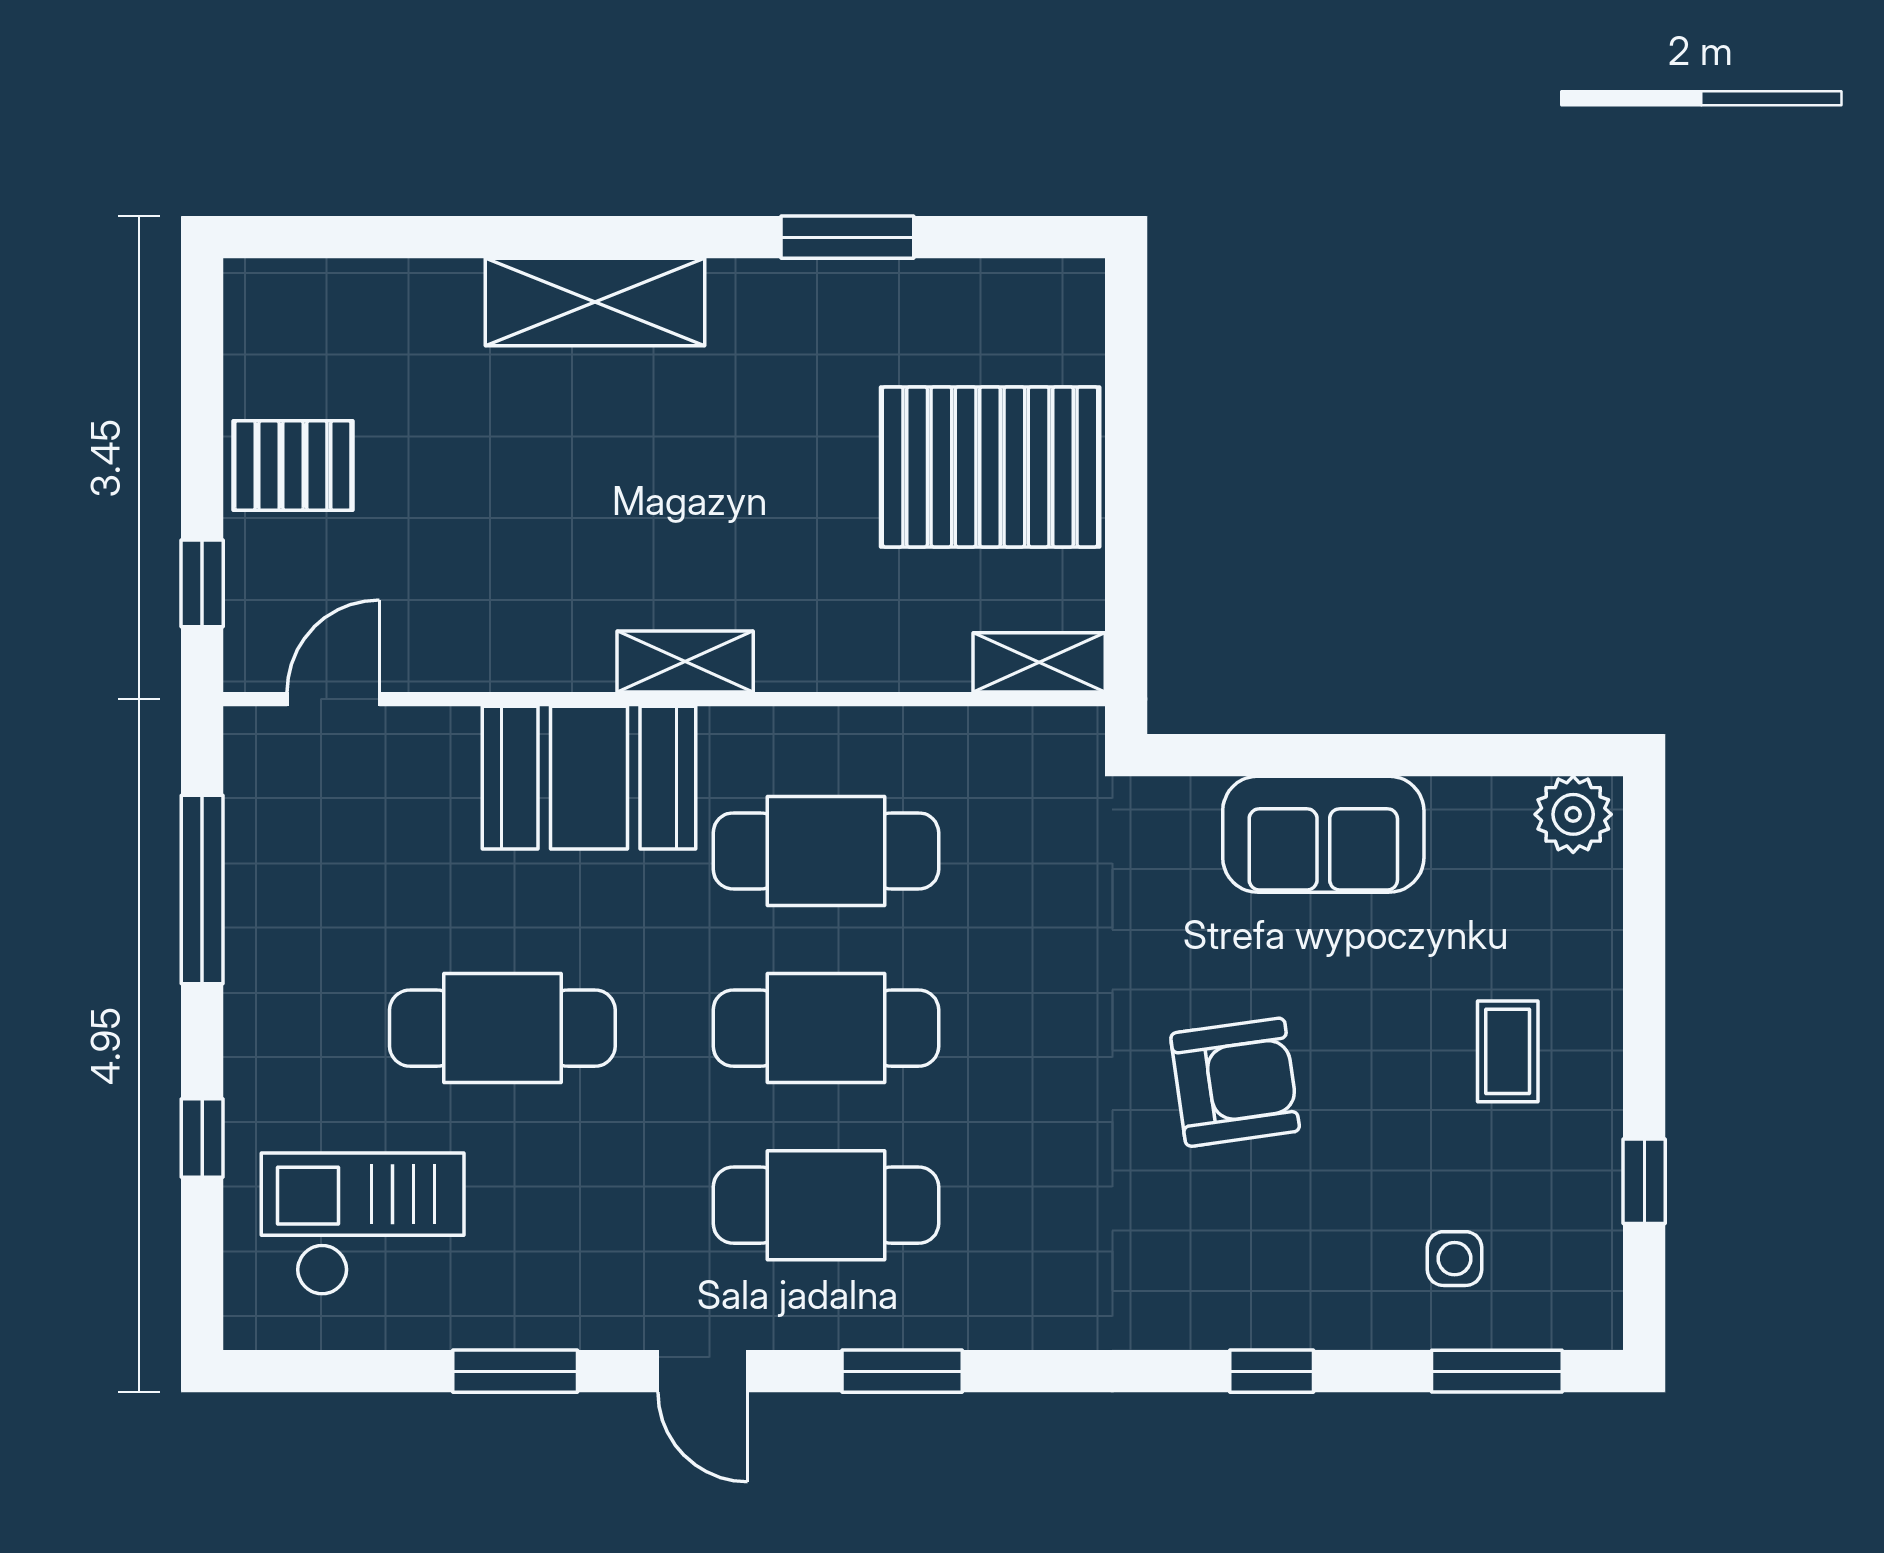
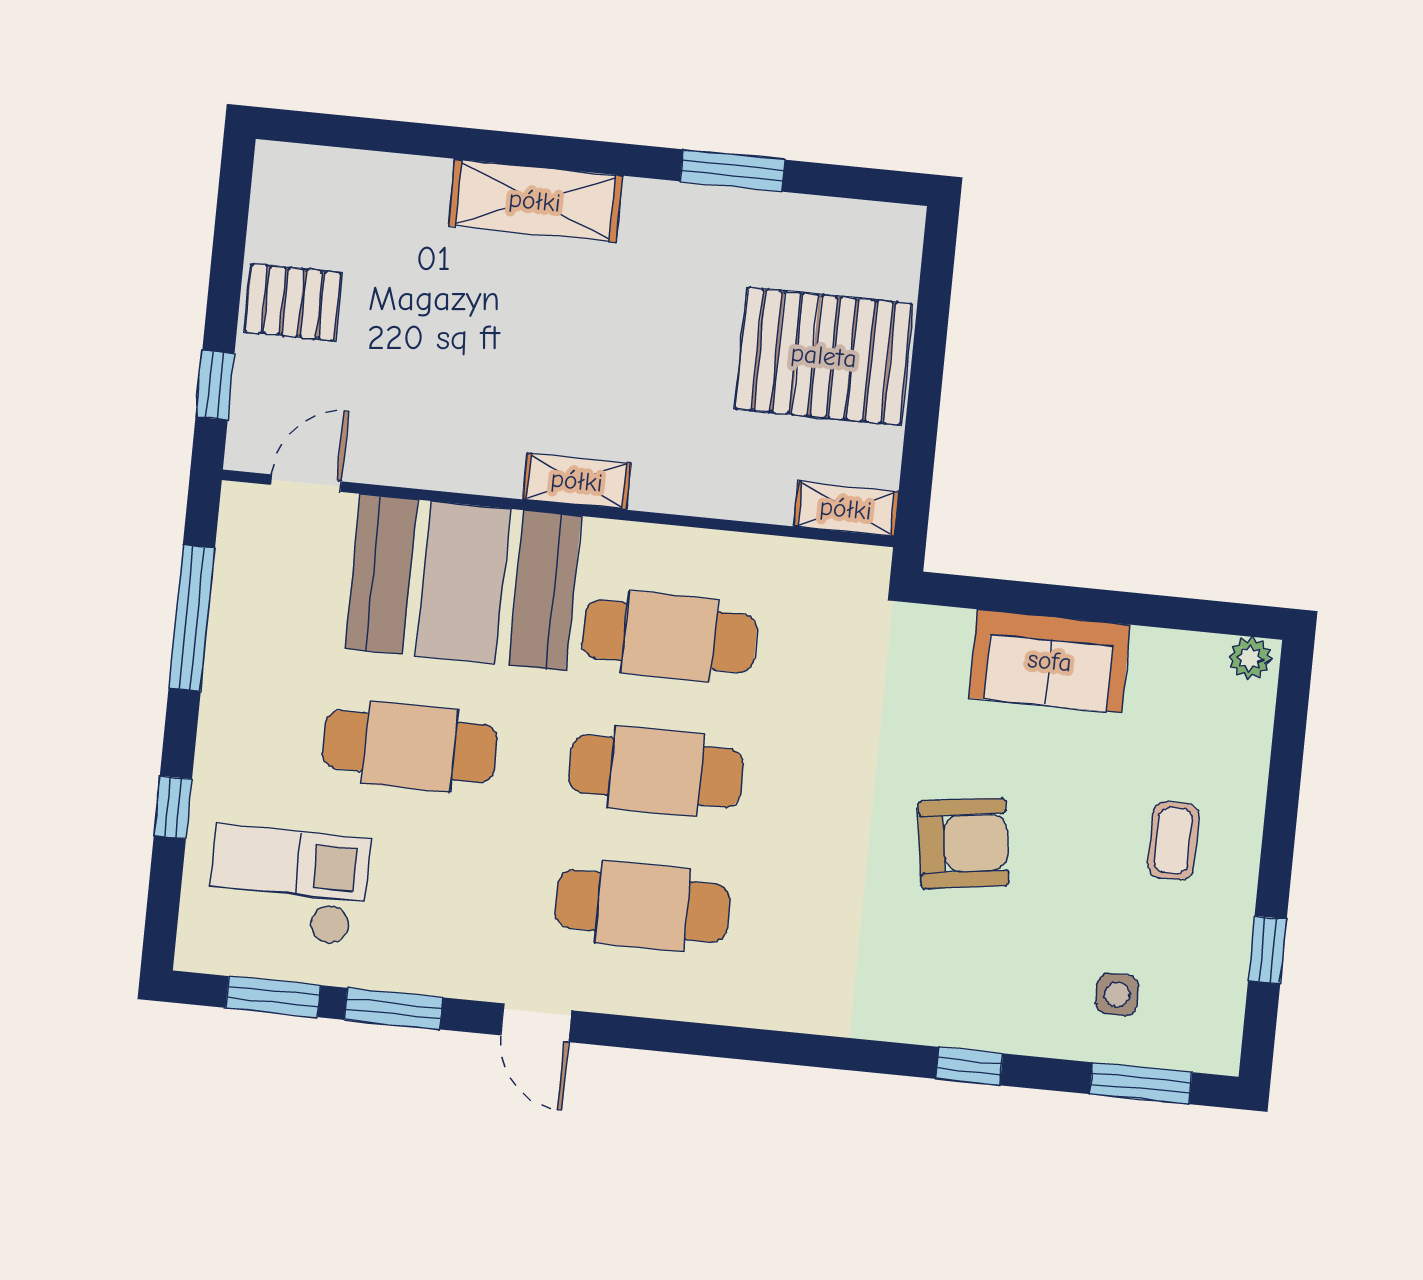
booth: (589, 778) -> (463, 583), width x1.36, depth x1.42
plant: (1573, 814) -> (1250, 658), width x0.73, depth x0.73
window: (902, 1371) -> (273, 997), moved

